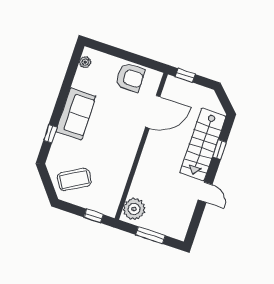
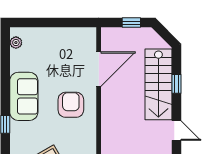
window: (185, 75) -> (131, 23), moved
armchair: (130, 77) -> (71, 105), moved, turned -90

